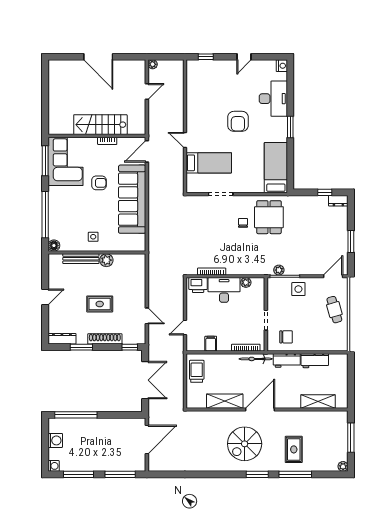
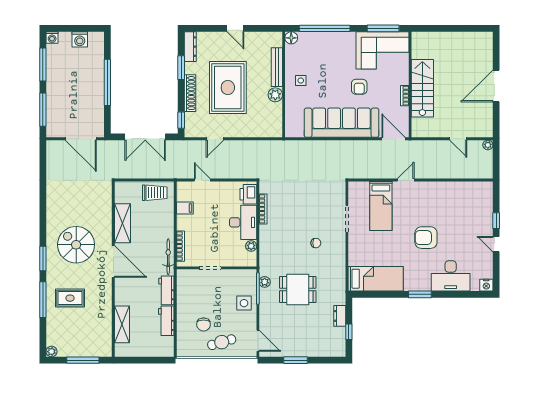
window: (206, 57) -> (496, 221), moved
dresser: (338, 201) -> (340, 316), moved
dining table: (269, 217) -> (298, 289), moved
rug: (100, 304) -> (228, 88), width x1.86, depth x2.06
chair: (286, 337) -> (204, 324), moved
window: (76, 415) -> (107, 82), moved

